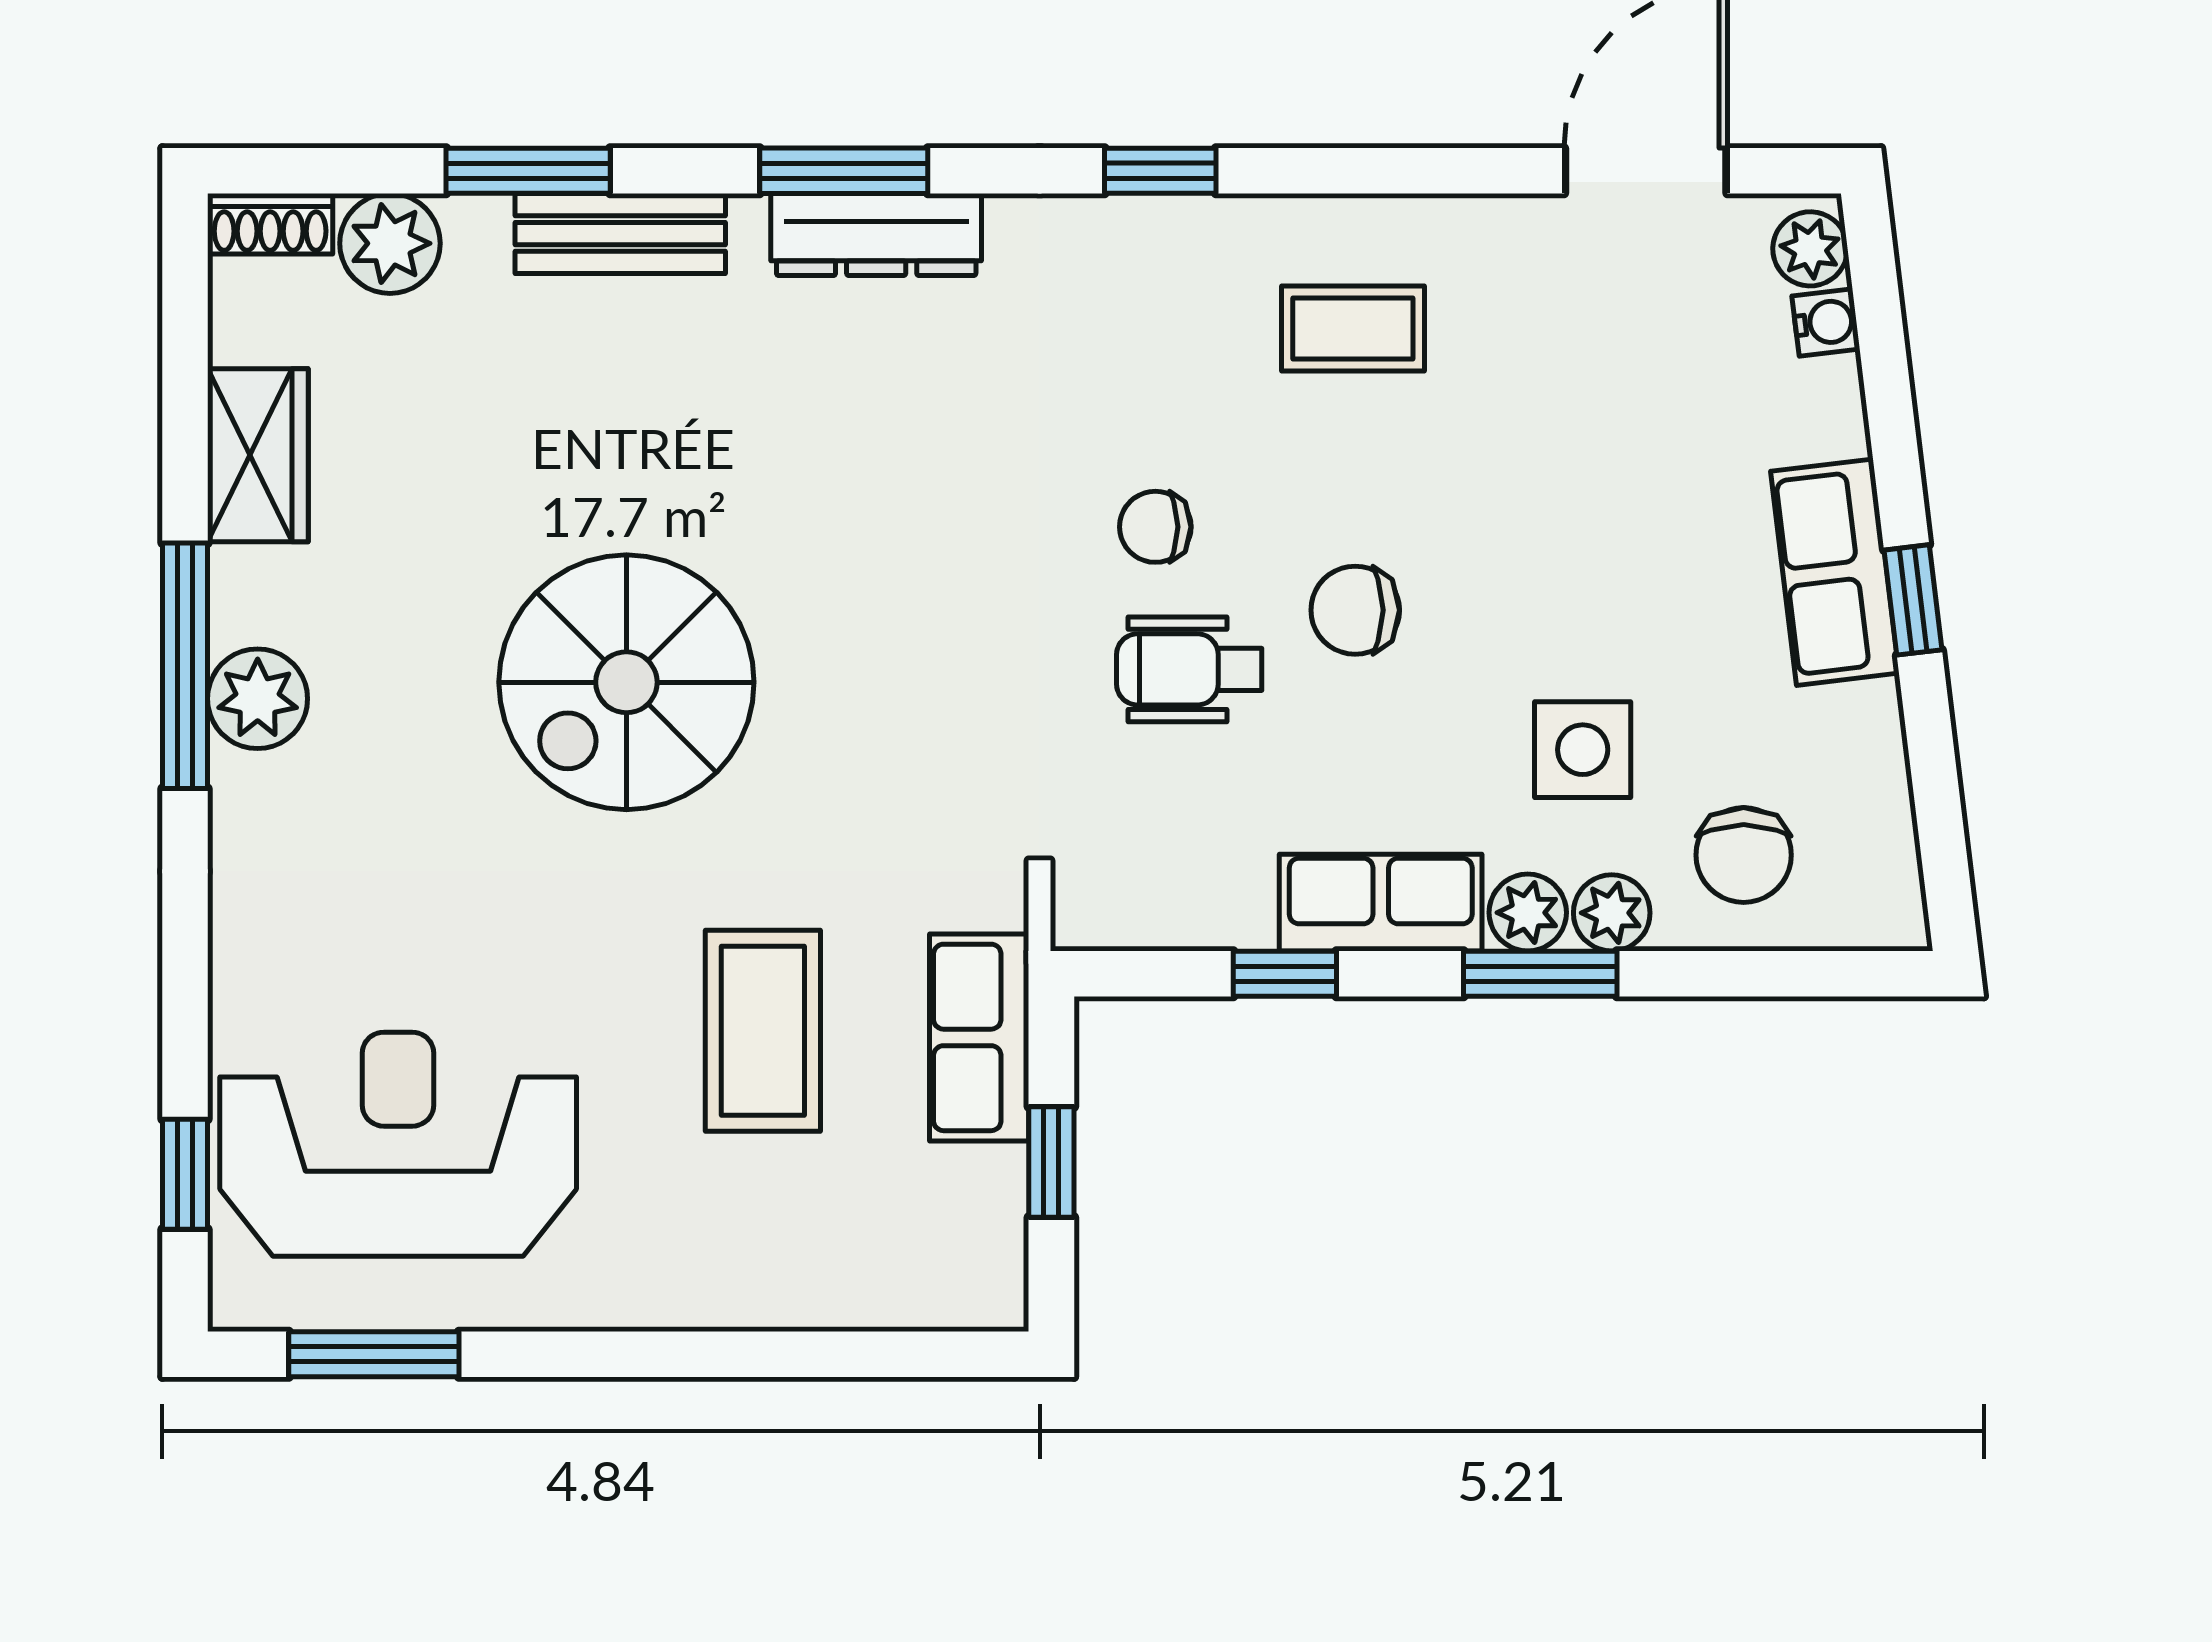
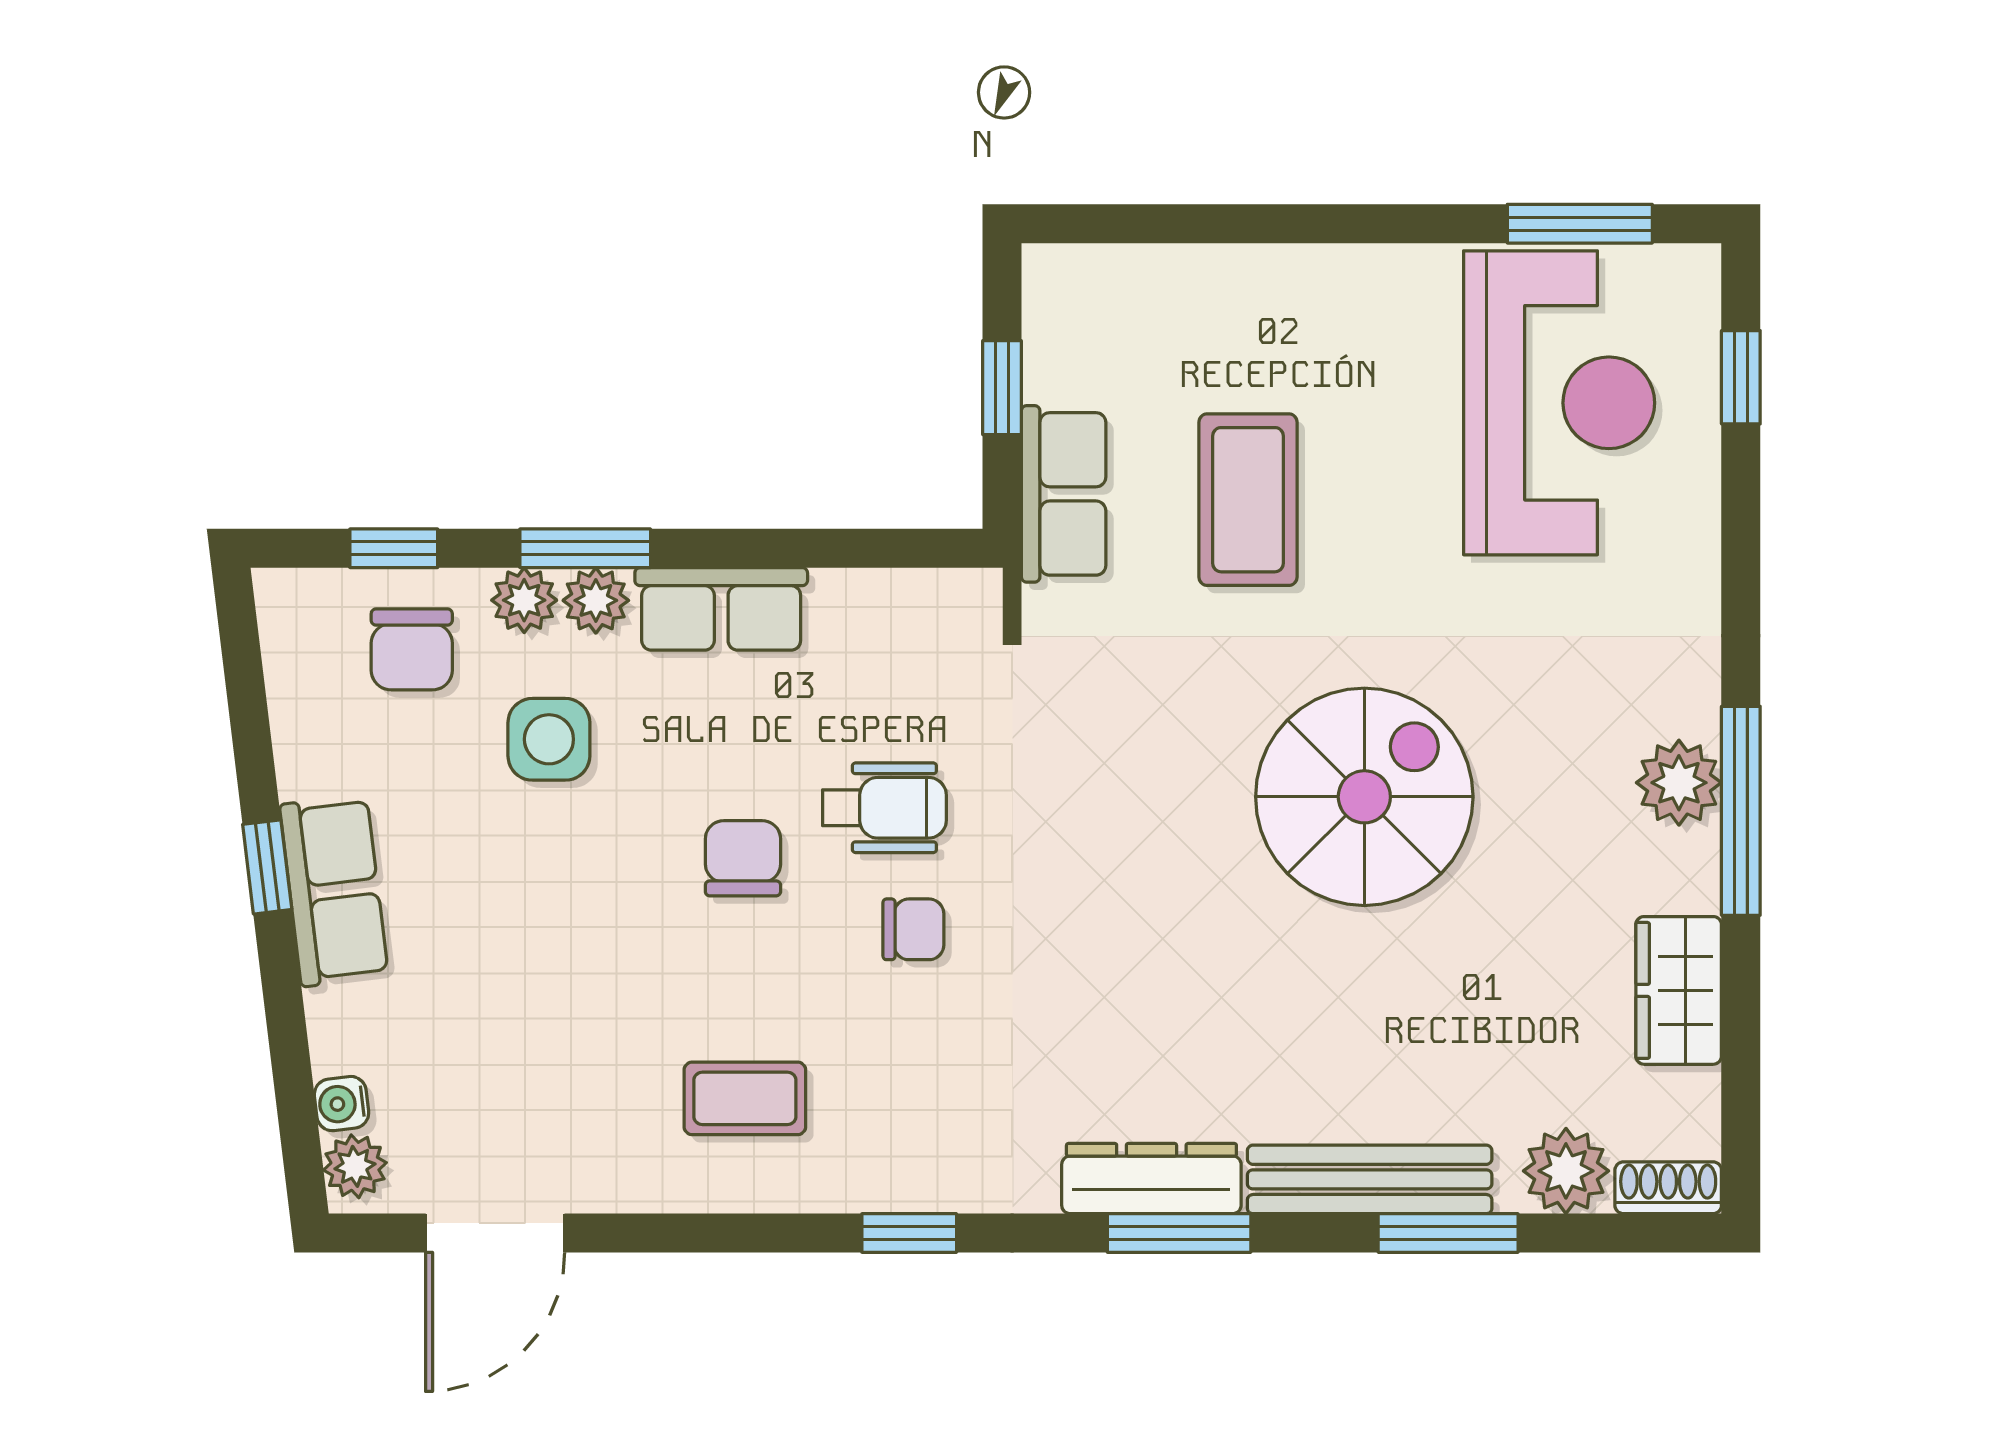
bench: (620, 234) -> (1370, 1179), width x1.36
chair: (1355, 610) -> (743, 858), turned -90
chair: (1744, 855) -> (412, 649), turned 180
window: (1285, 974) -> (394, 548), moved
reception desk: (398, 1144) -> (1559, 403), turned -90

